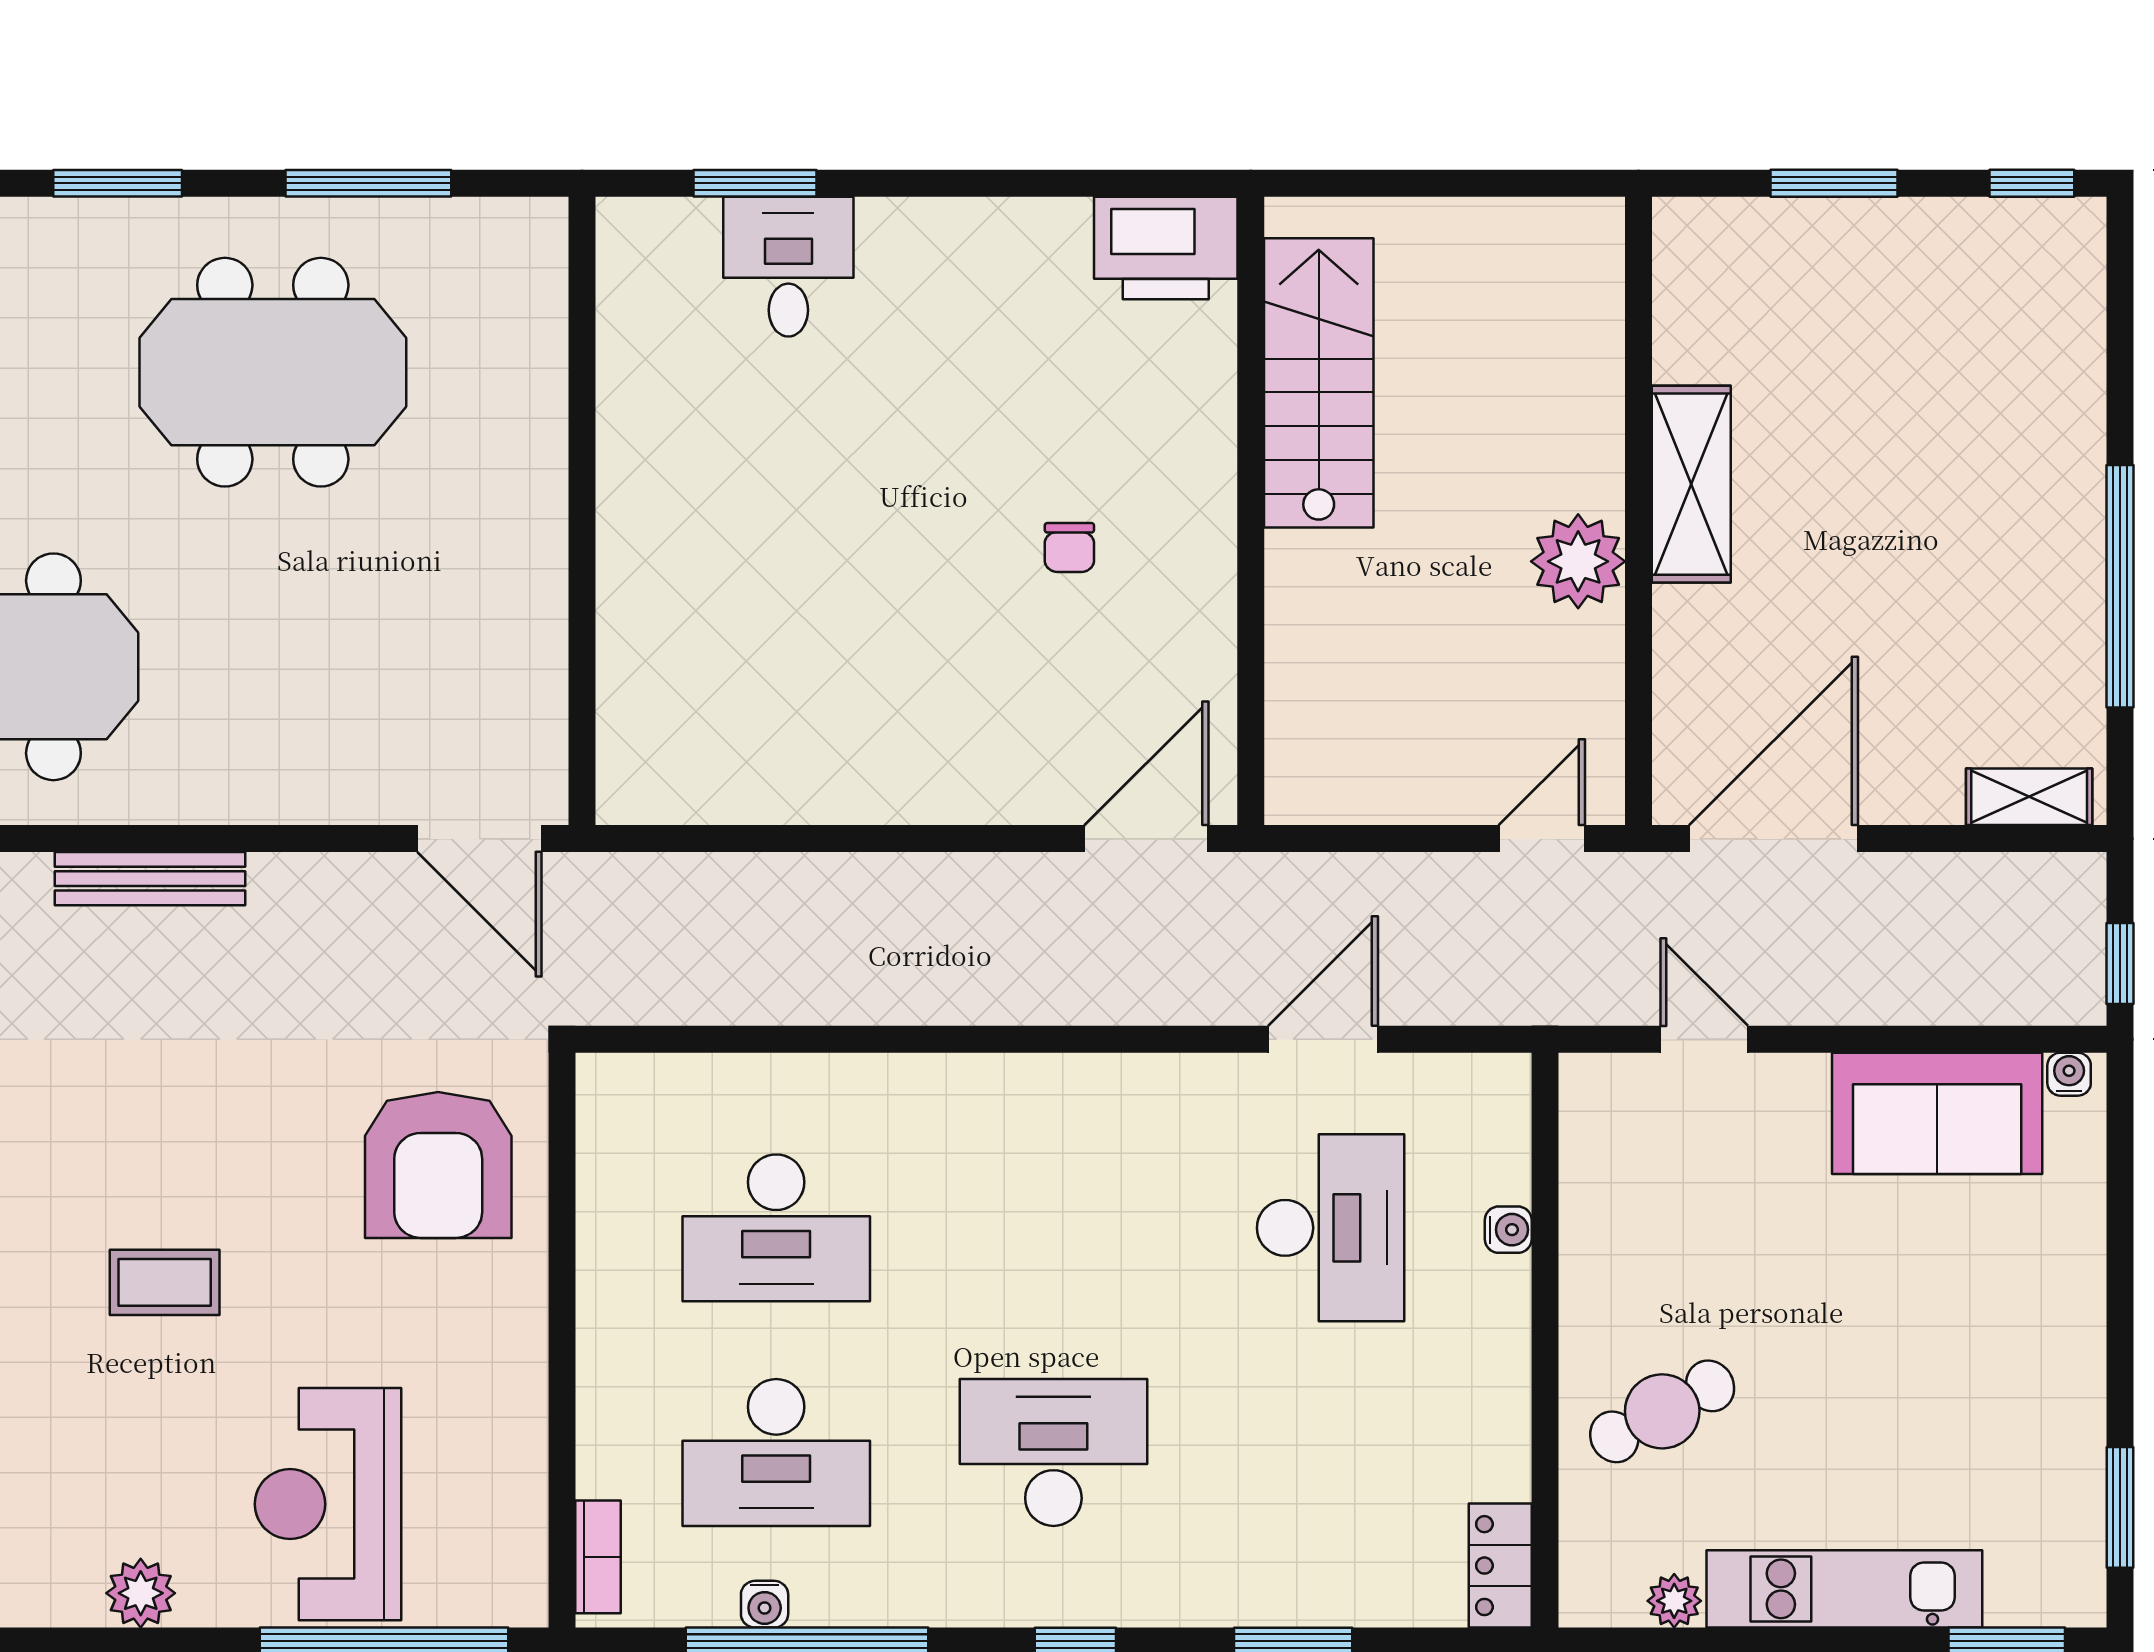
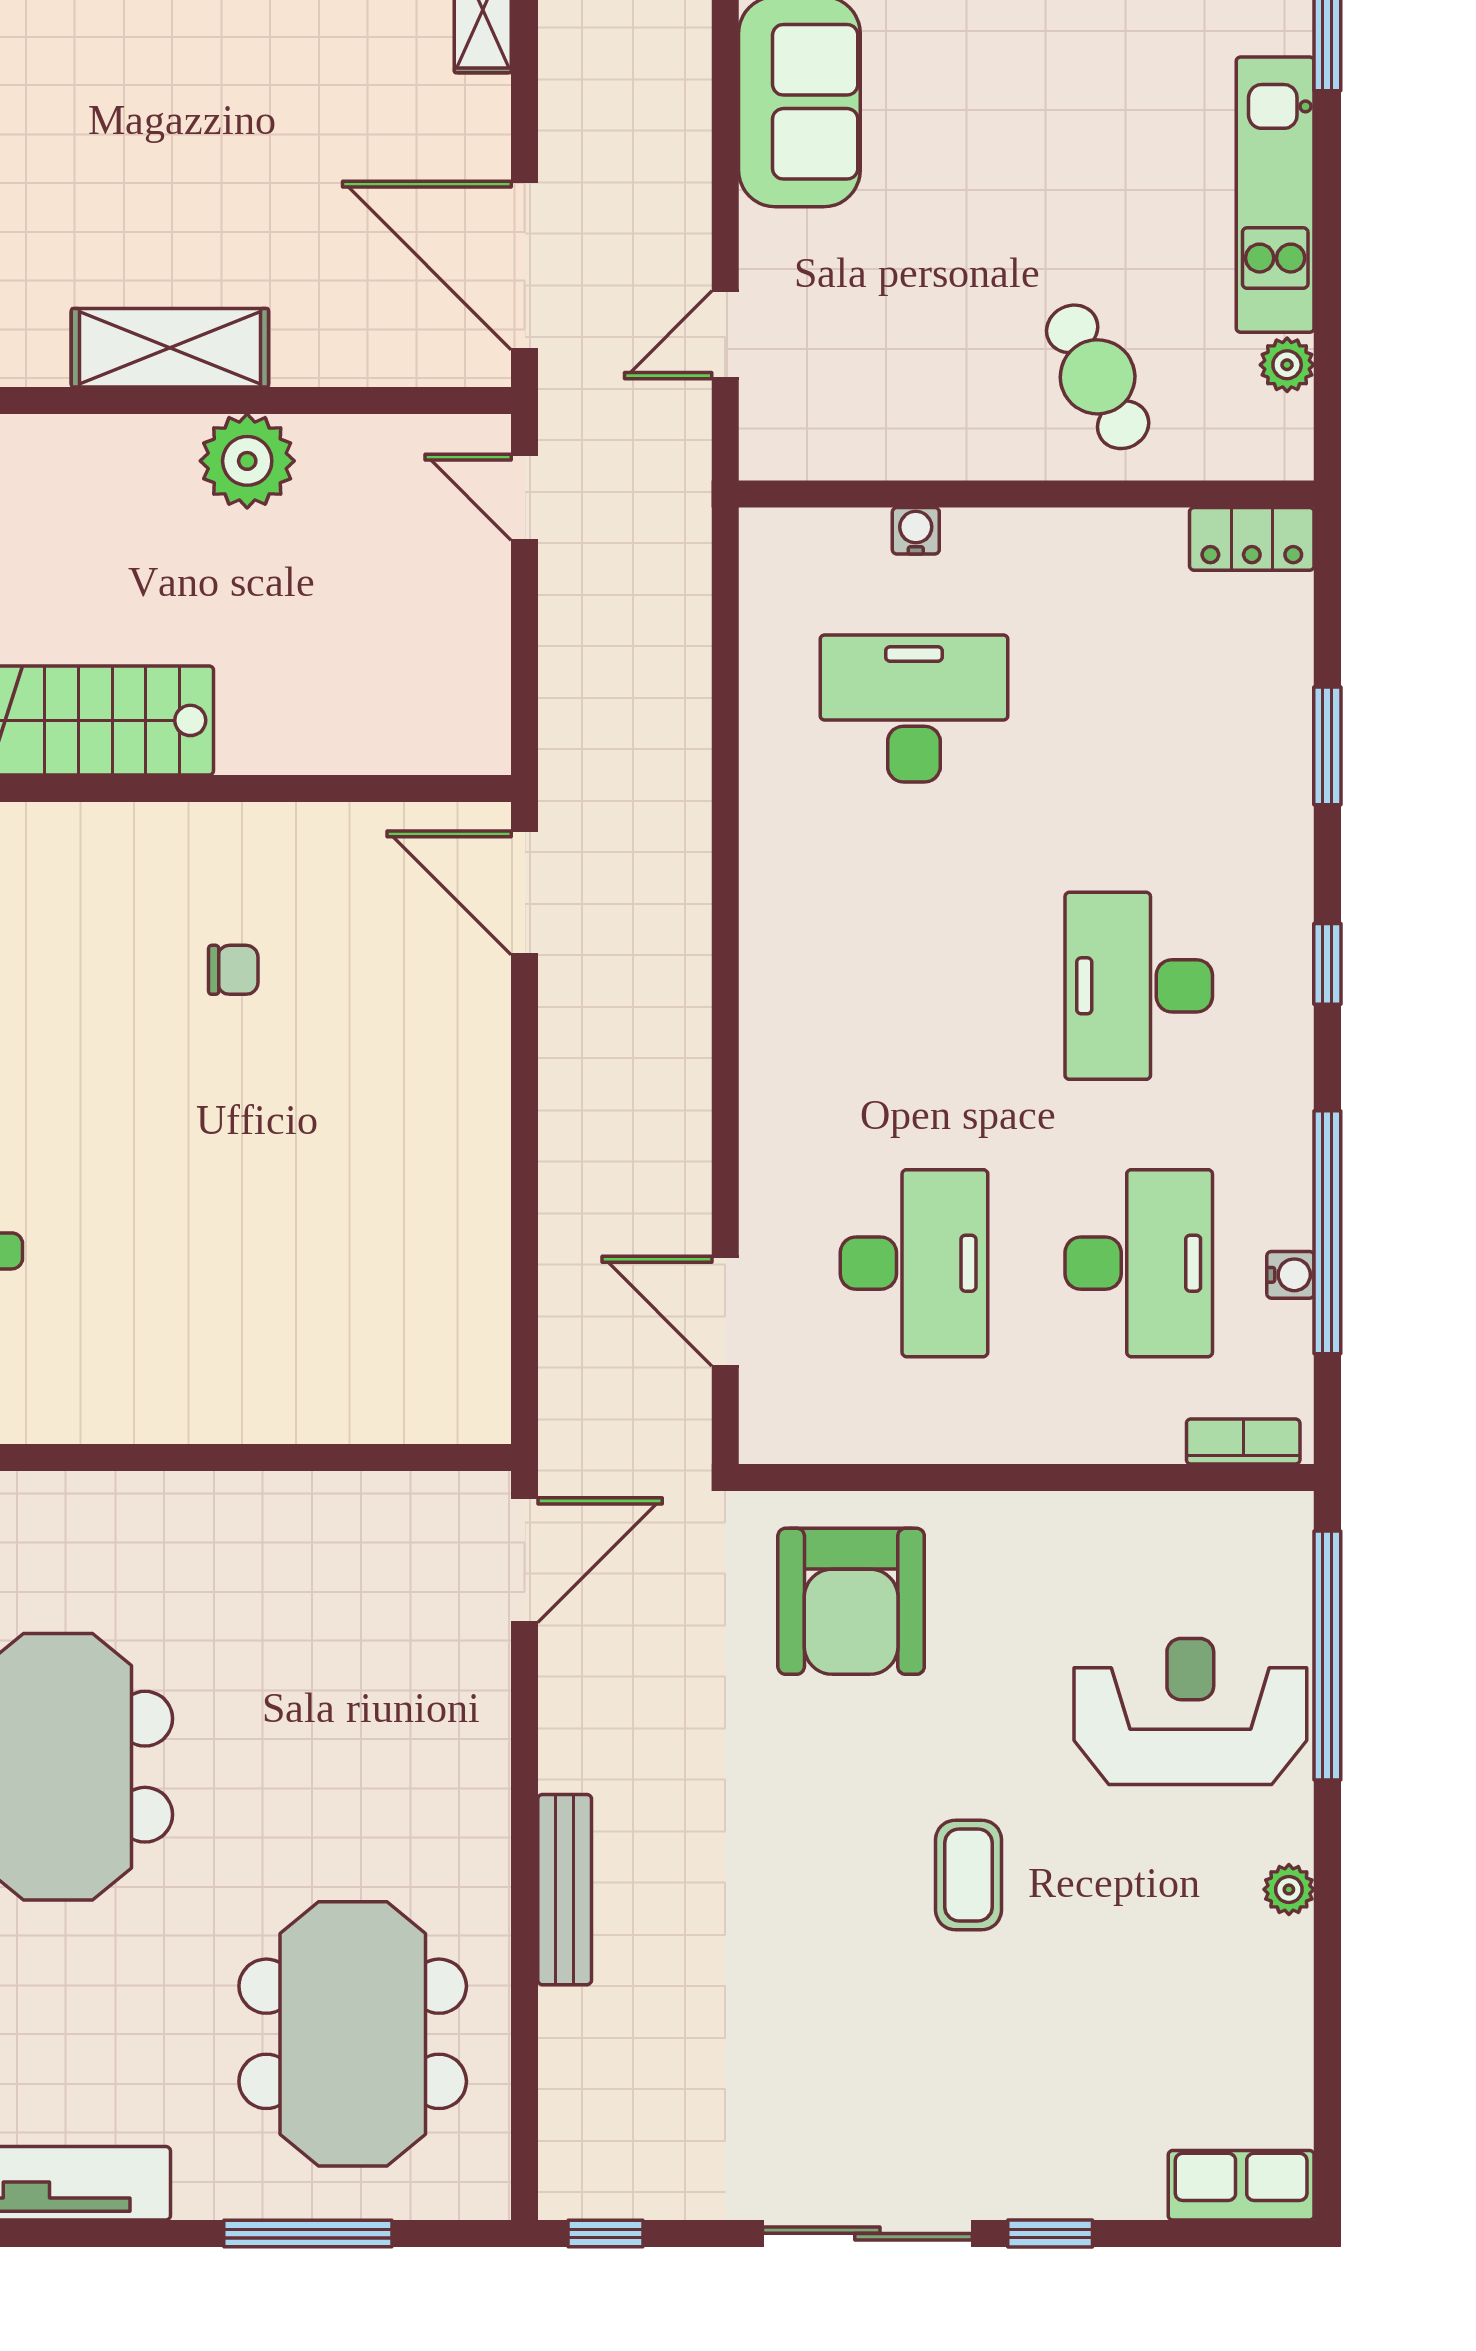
door: (1323, 1039) -> (725, 1311), moved
armchair: (438, 1165) -> (851, 1601), turned 90
reception desk: (328, 1504) -> (1190, 1711), turned 180
plant: (141, 1593) -> (1289, 1889), width x0.73, depth x0.73

